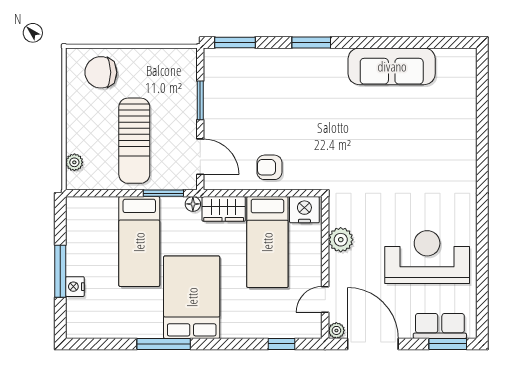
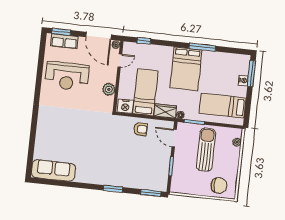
sofa: (392, 66) -> (53, 170), moved
bed: (139, 242) -> (223, 106), moved, turned -90
window: (60, 271) -> (251, 74), moved

